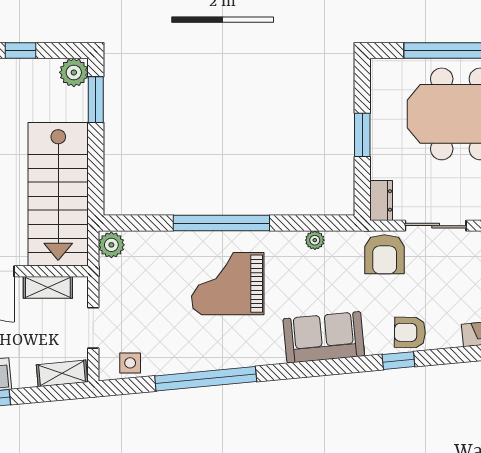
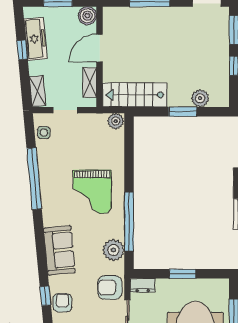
plant: (74, 72) -> (200, 98), moved
window: (96, 100) -> (183, 112), moved
stairs: (58, 194) -> (135, 95), width x0.73, depth x0.66
window: (221, 223) -> (129, 222), moved
plant: (315, 240) -> (113, 250), width x1.88, depth x1.88
grand piano: (228, 284) -> (92, 192), turned 180

